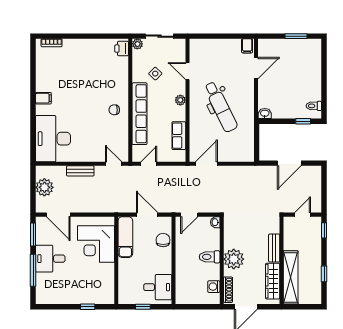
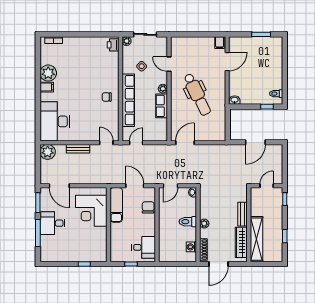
plant: (45, 82) -> (48, 73), added
row of seats: (179, 136) -> (162, 106), moved
plant: (44, 187) -> (48, 152), moved
plant: (234, 259) -> (204, 224), width x0.53, depth x0.53

